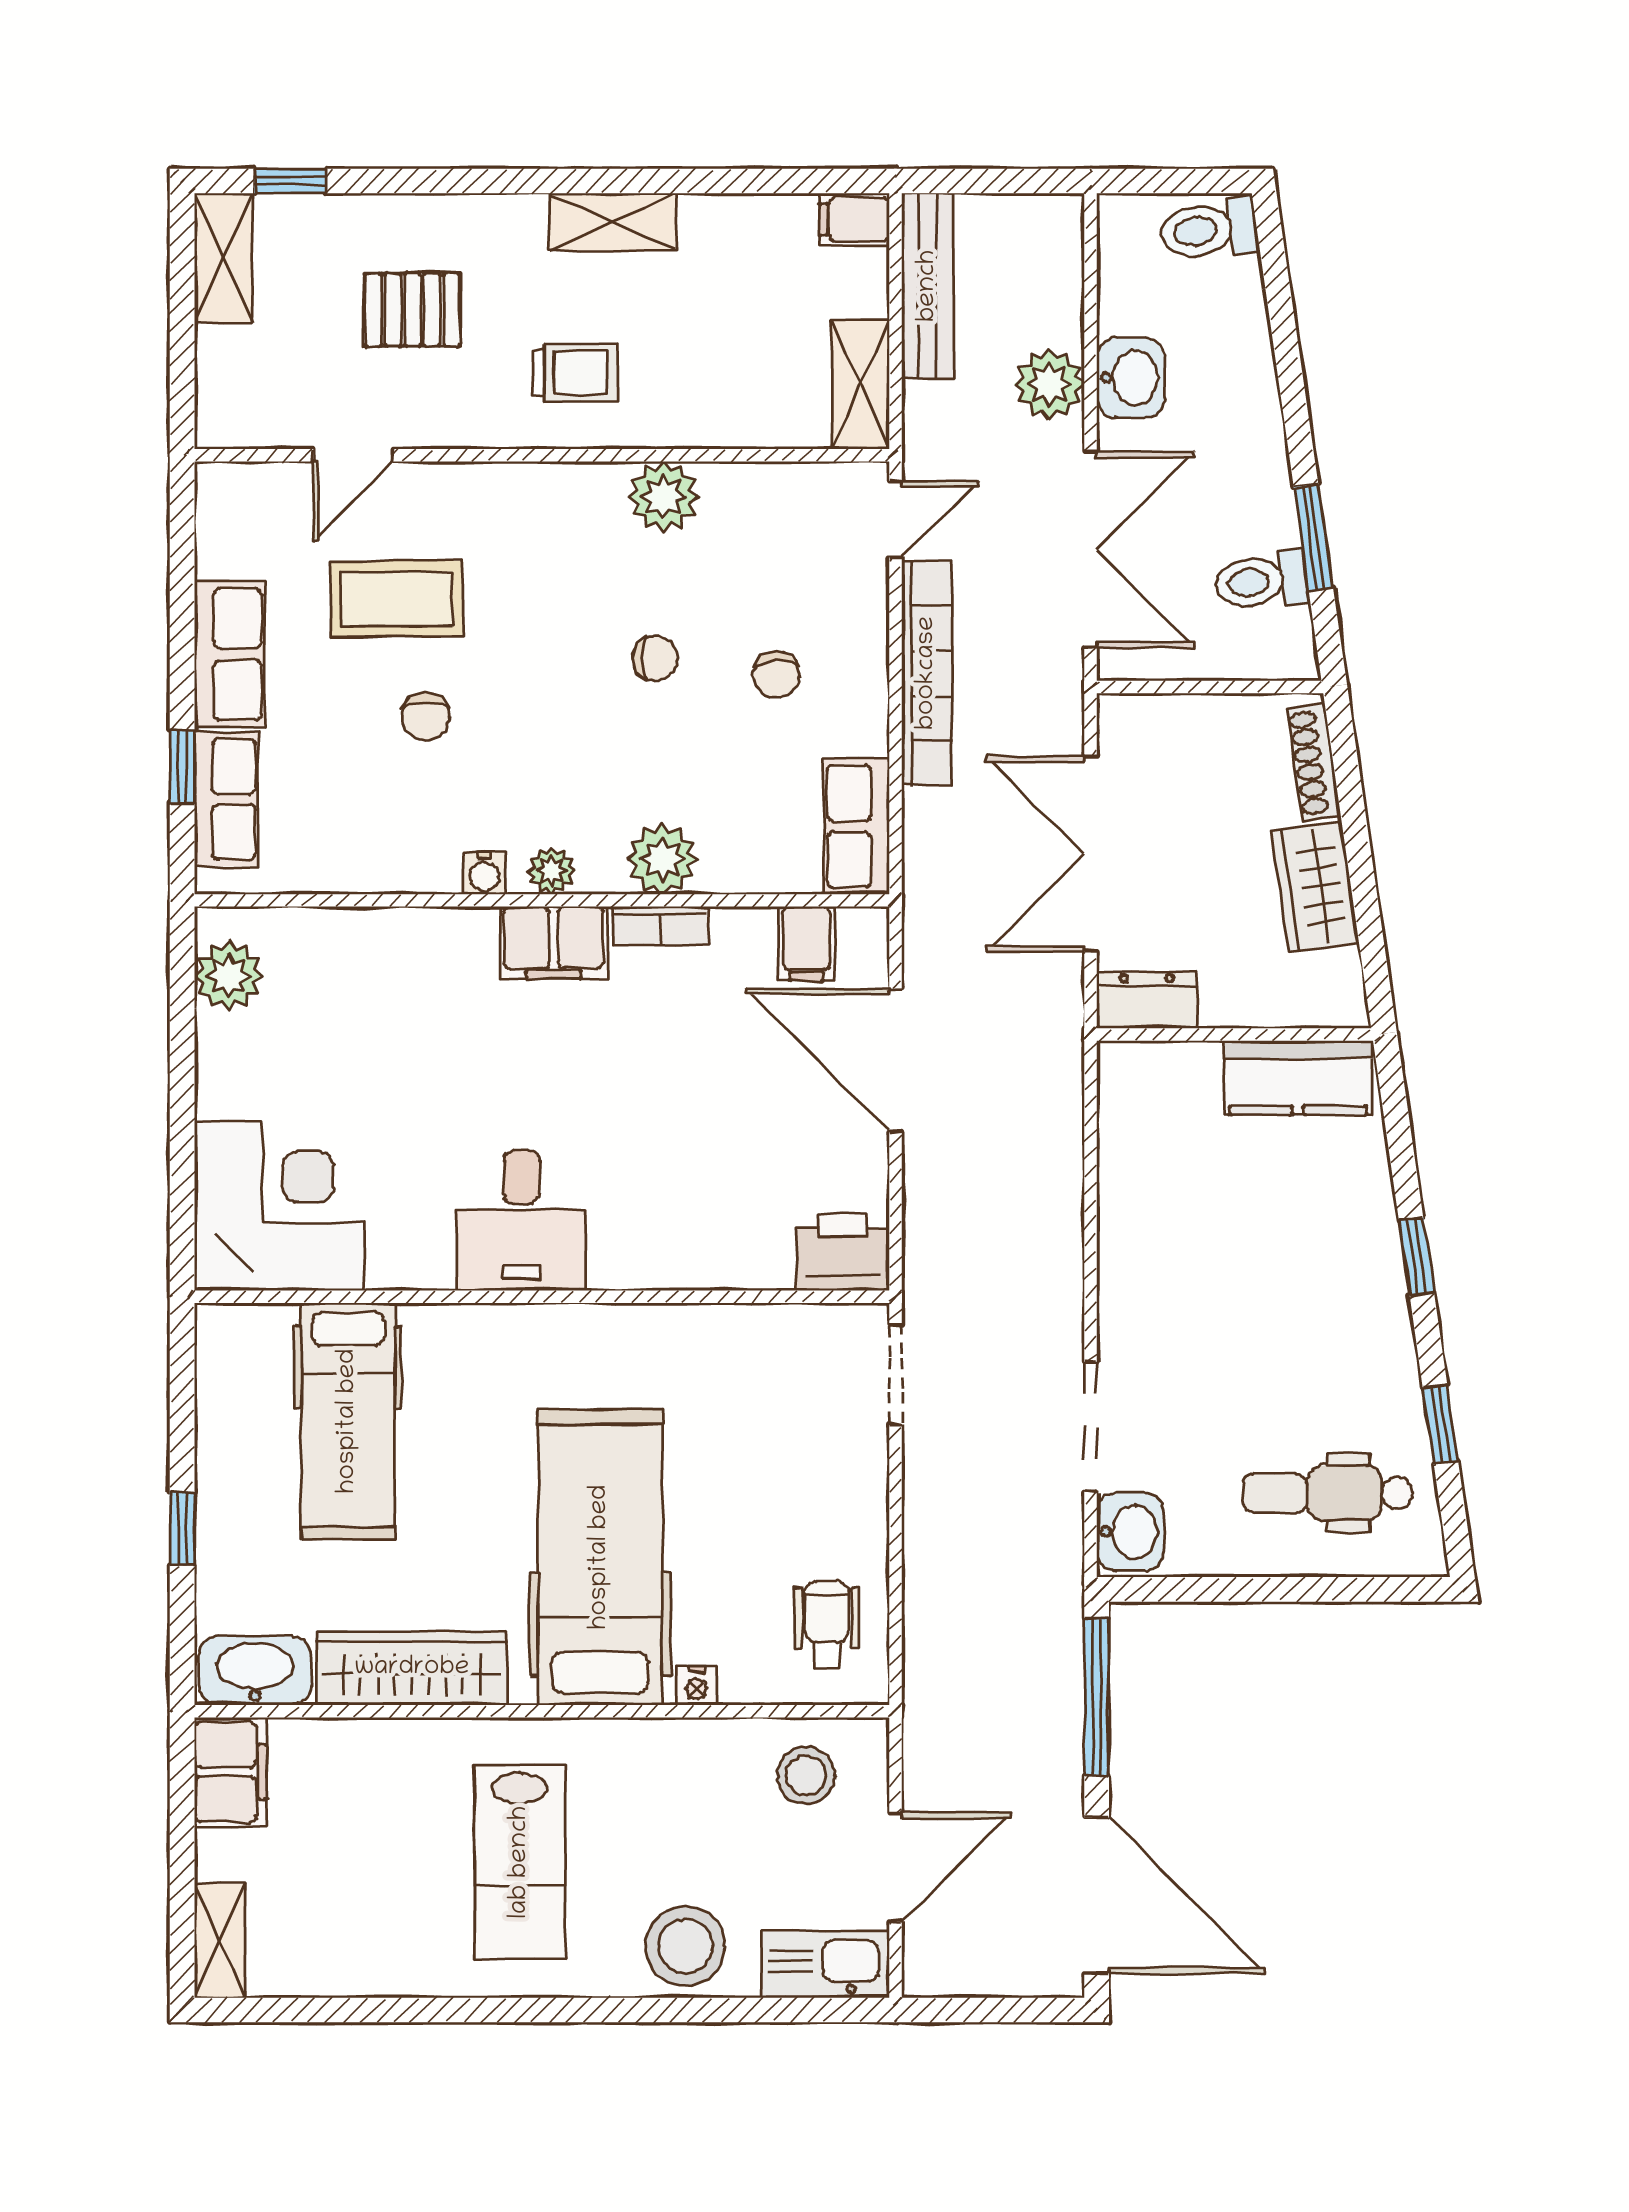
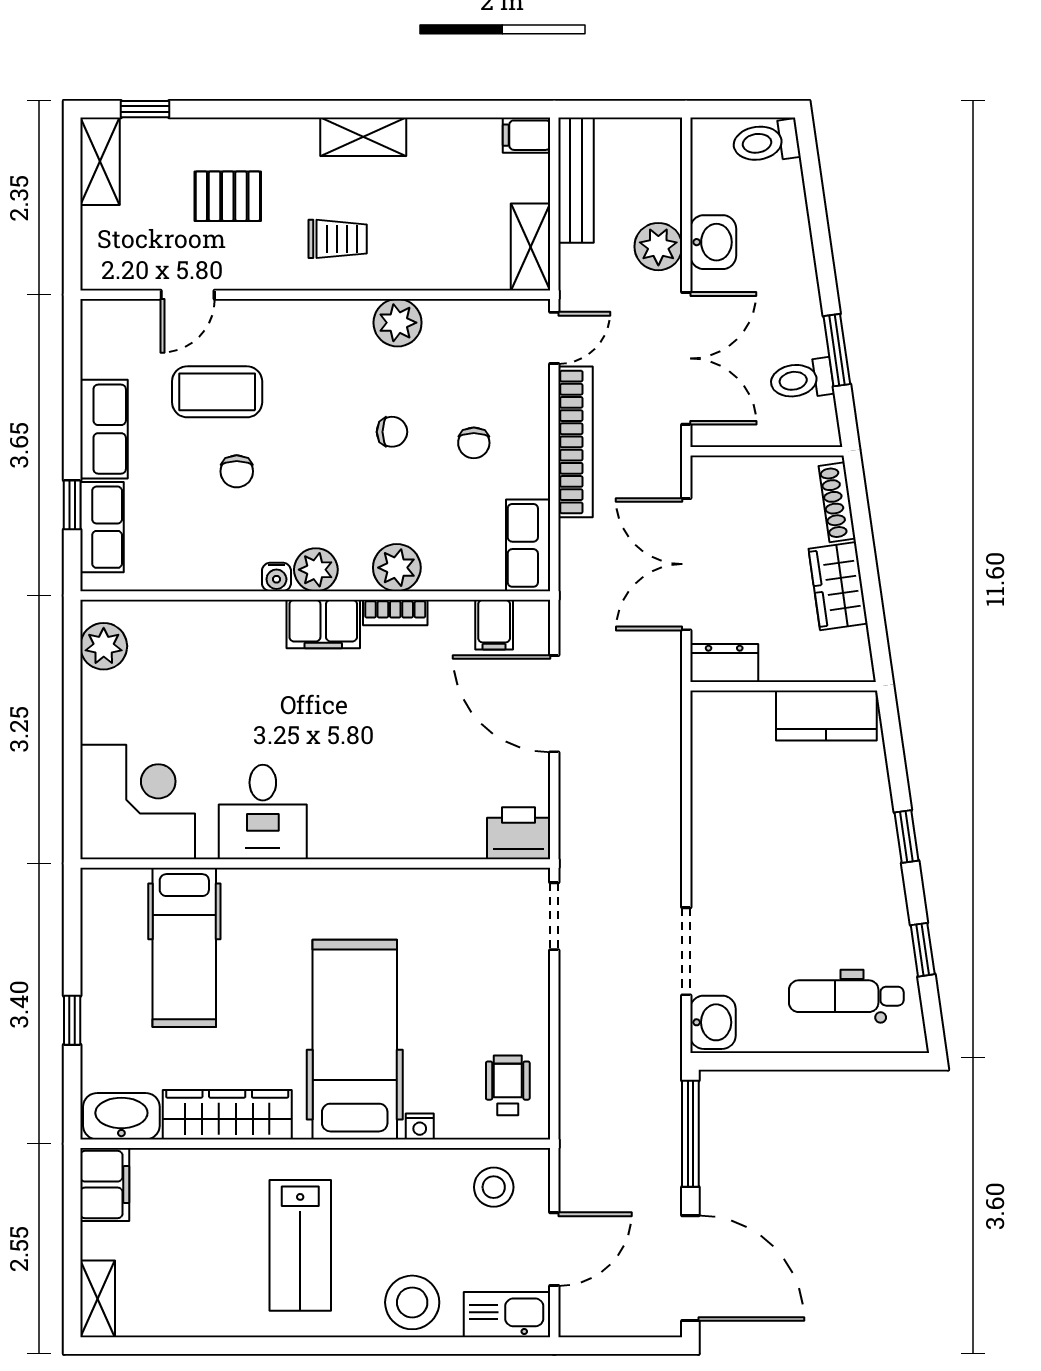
plant: (552, 871) -> (316, 570), width x1.38, depth x1.38
desk: (522, 1221) -> (263, 812), moved

